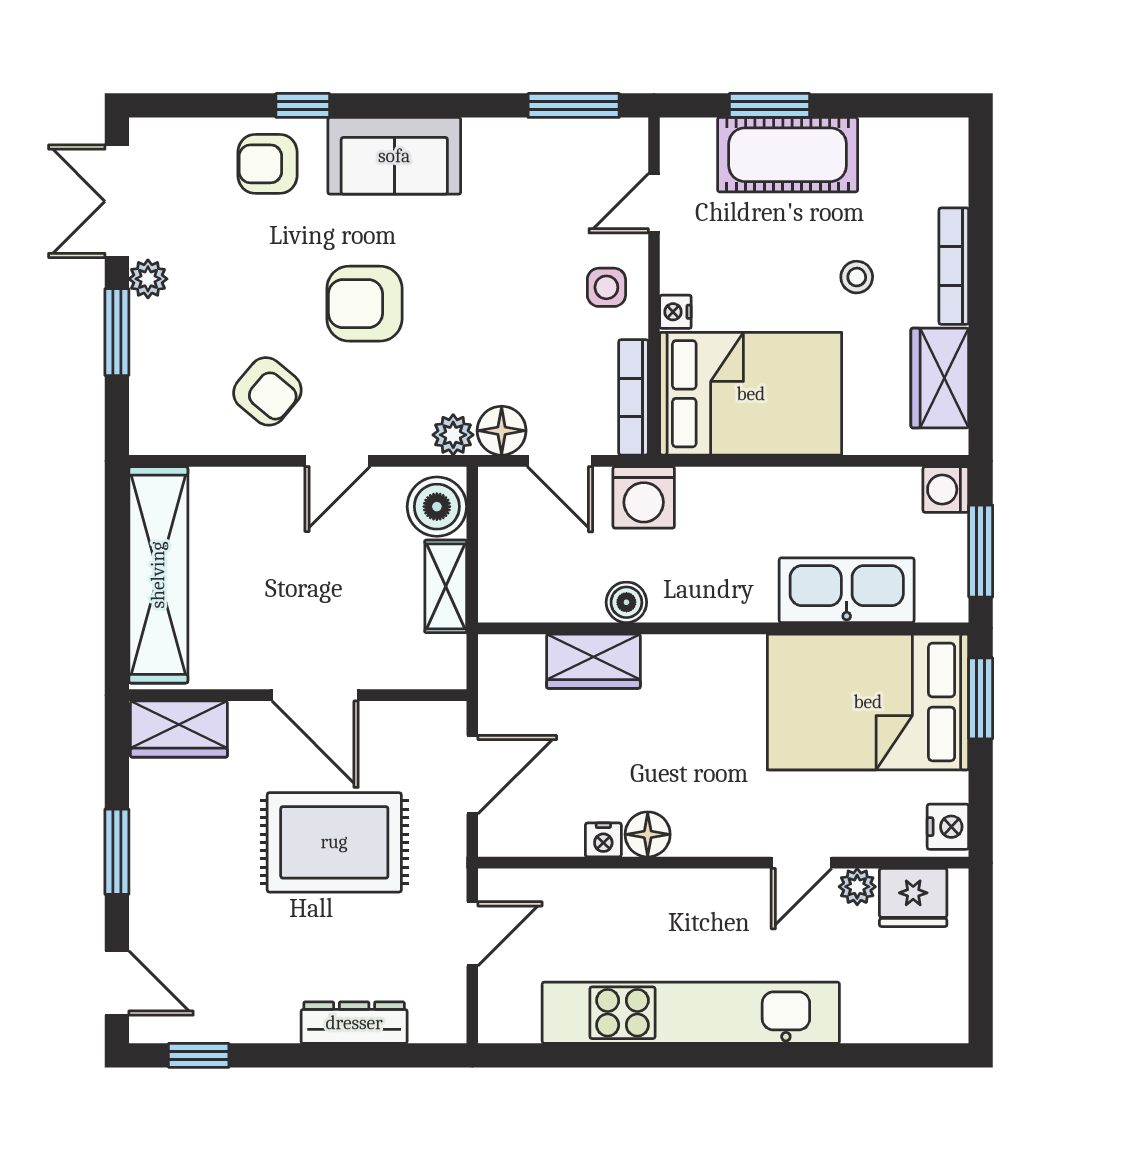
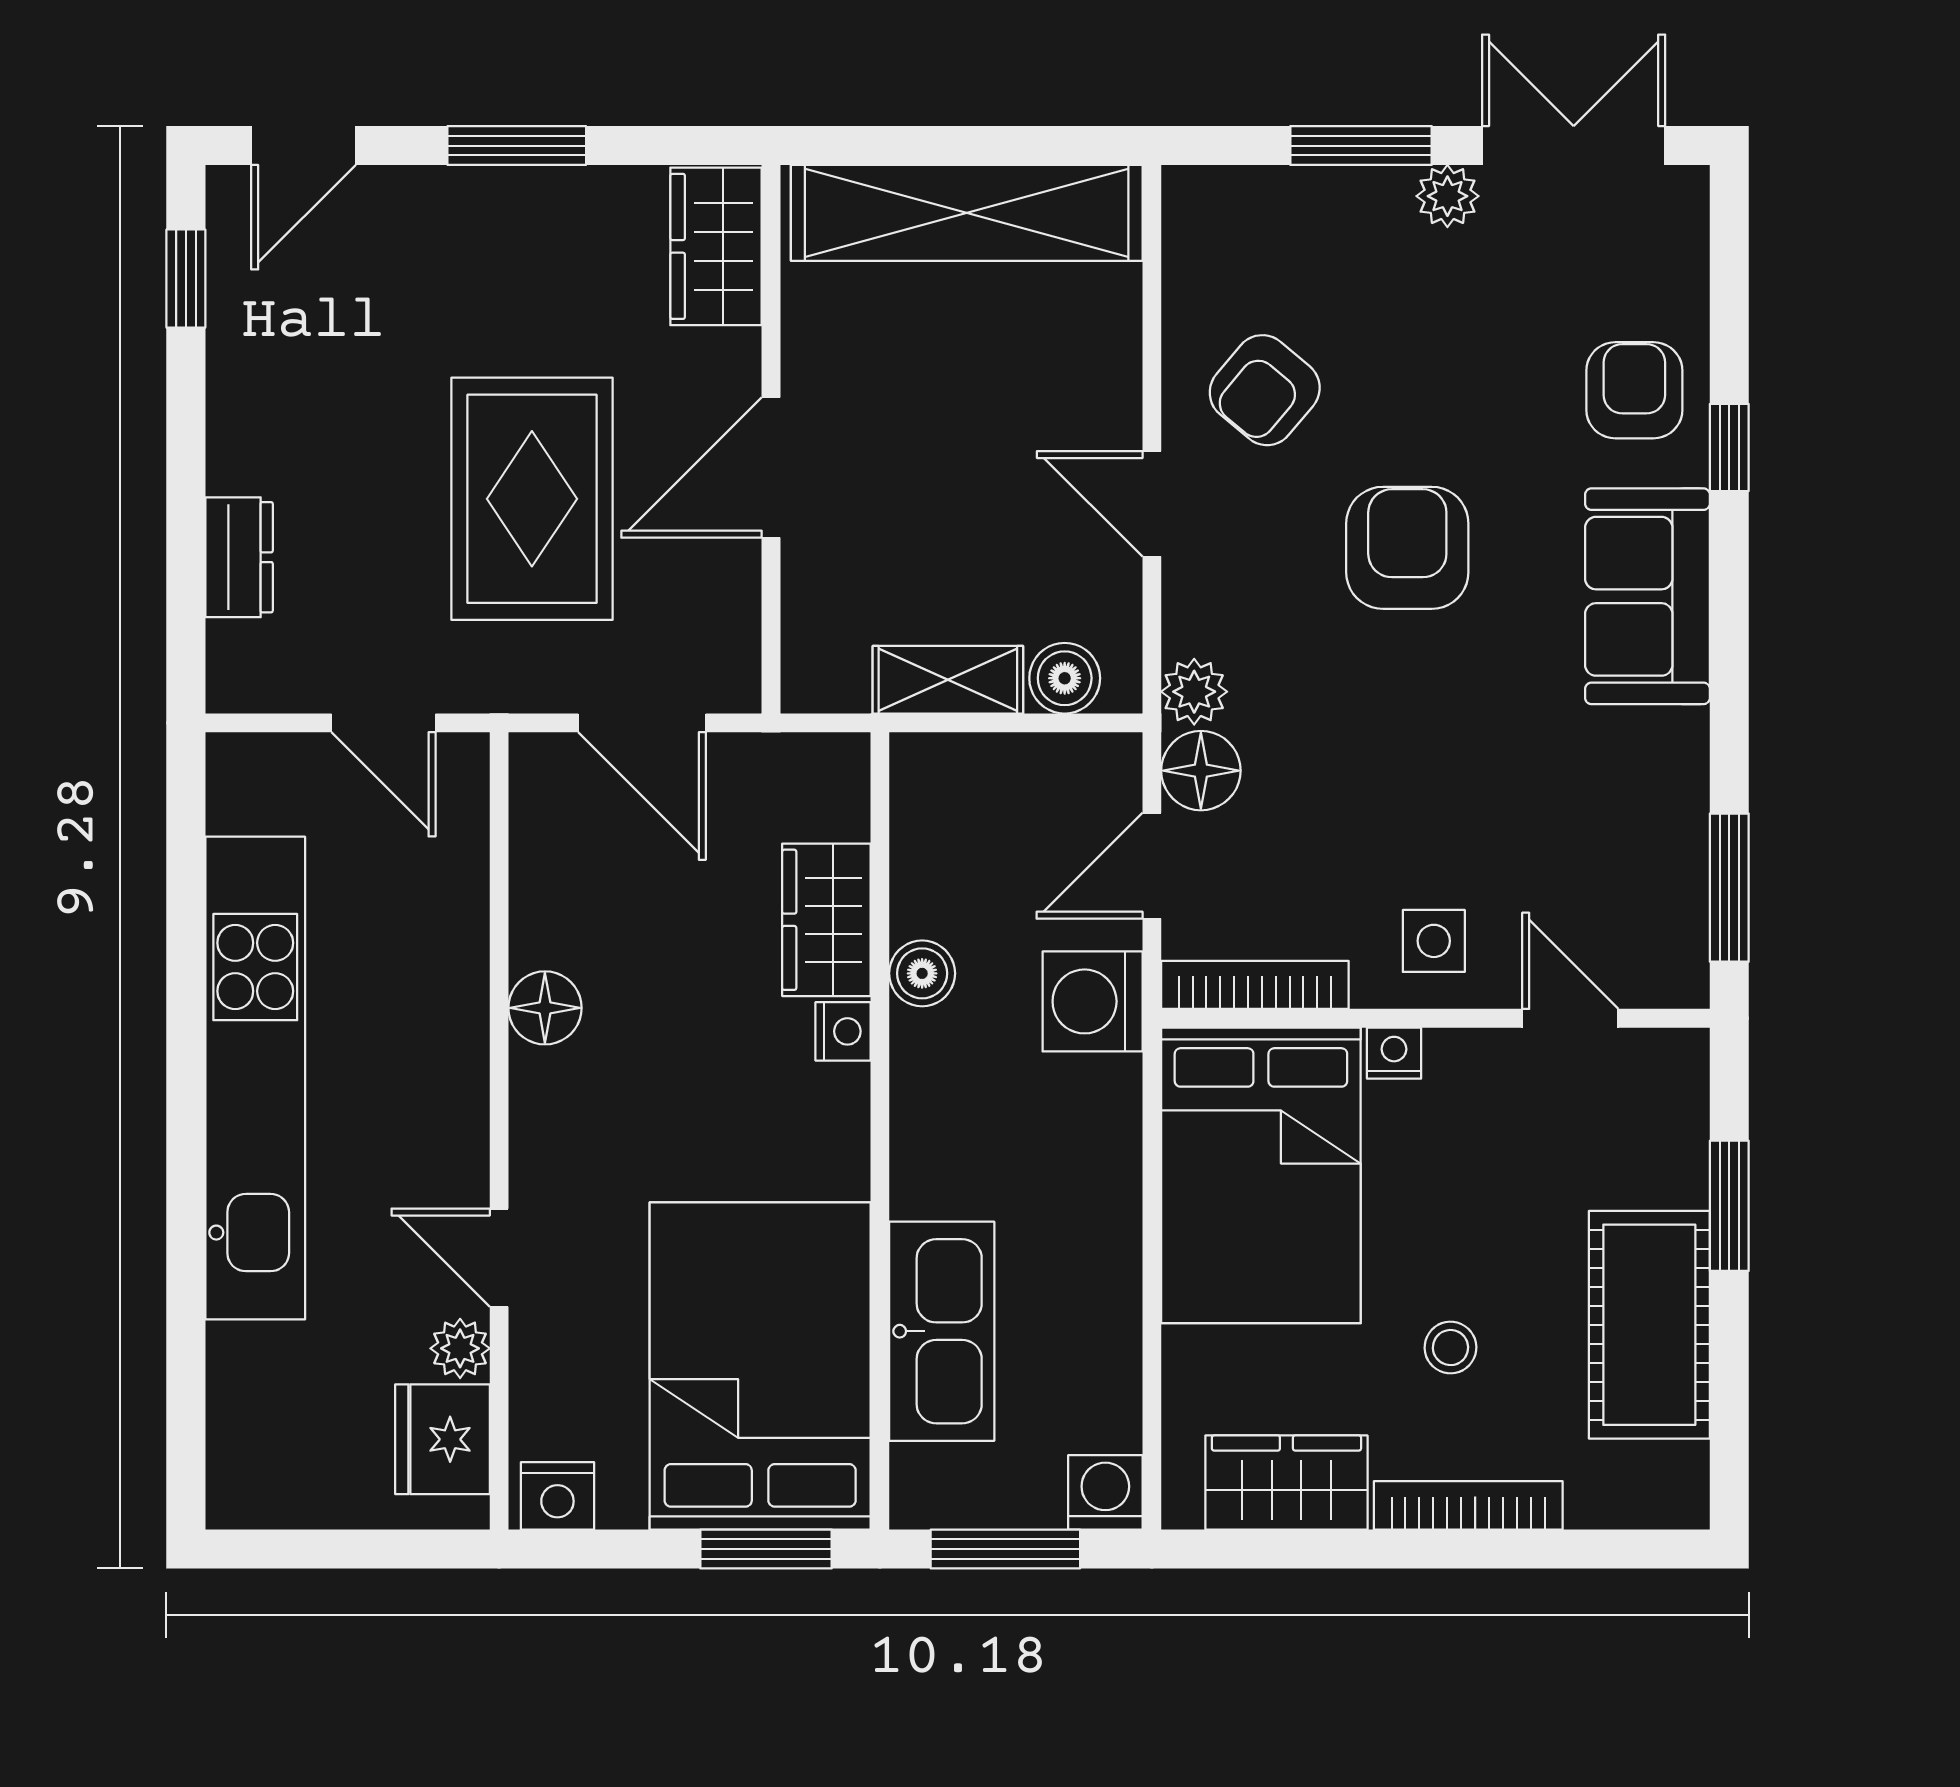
cot: (788, 155) -> (1649, 1325), moved
boiler: (437, 507) -> (1065, 678), width x0.73, depth x0.73
nightstand: (603, 840) -> (843, 1031), moved, turned 180
dresser: (354, 1023) -> (239, 557), width x0.70

